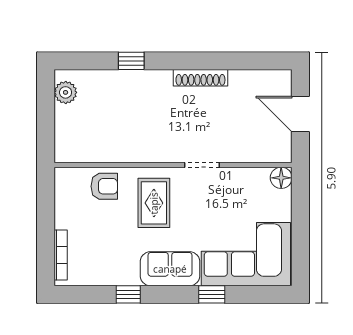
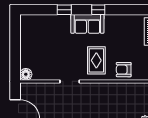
corner sofa: (246, 254) -> (45, 32), removed
window: (128, 294) -> (98, 10), moved

